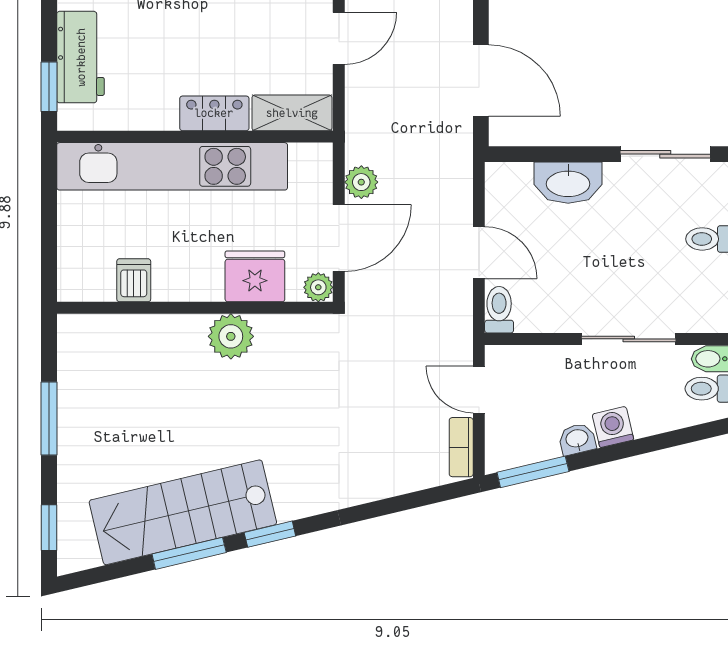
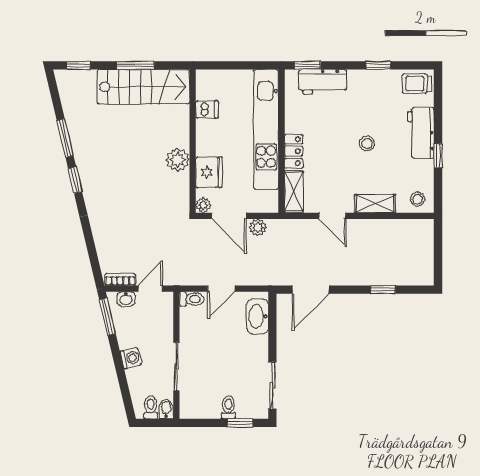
washbasin: (568, 183) -> (258, 316), moved
washbasin: (577, 439) -> (126, 299), moved, turned 103
stairs: (183, 512) -> (143, 87), moved, turned 103

